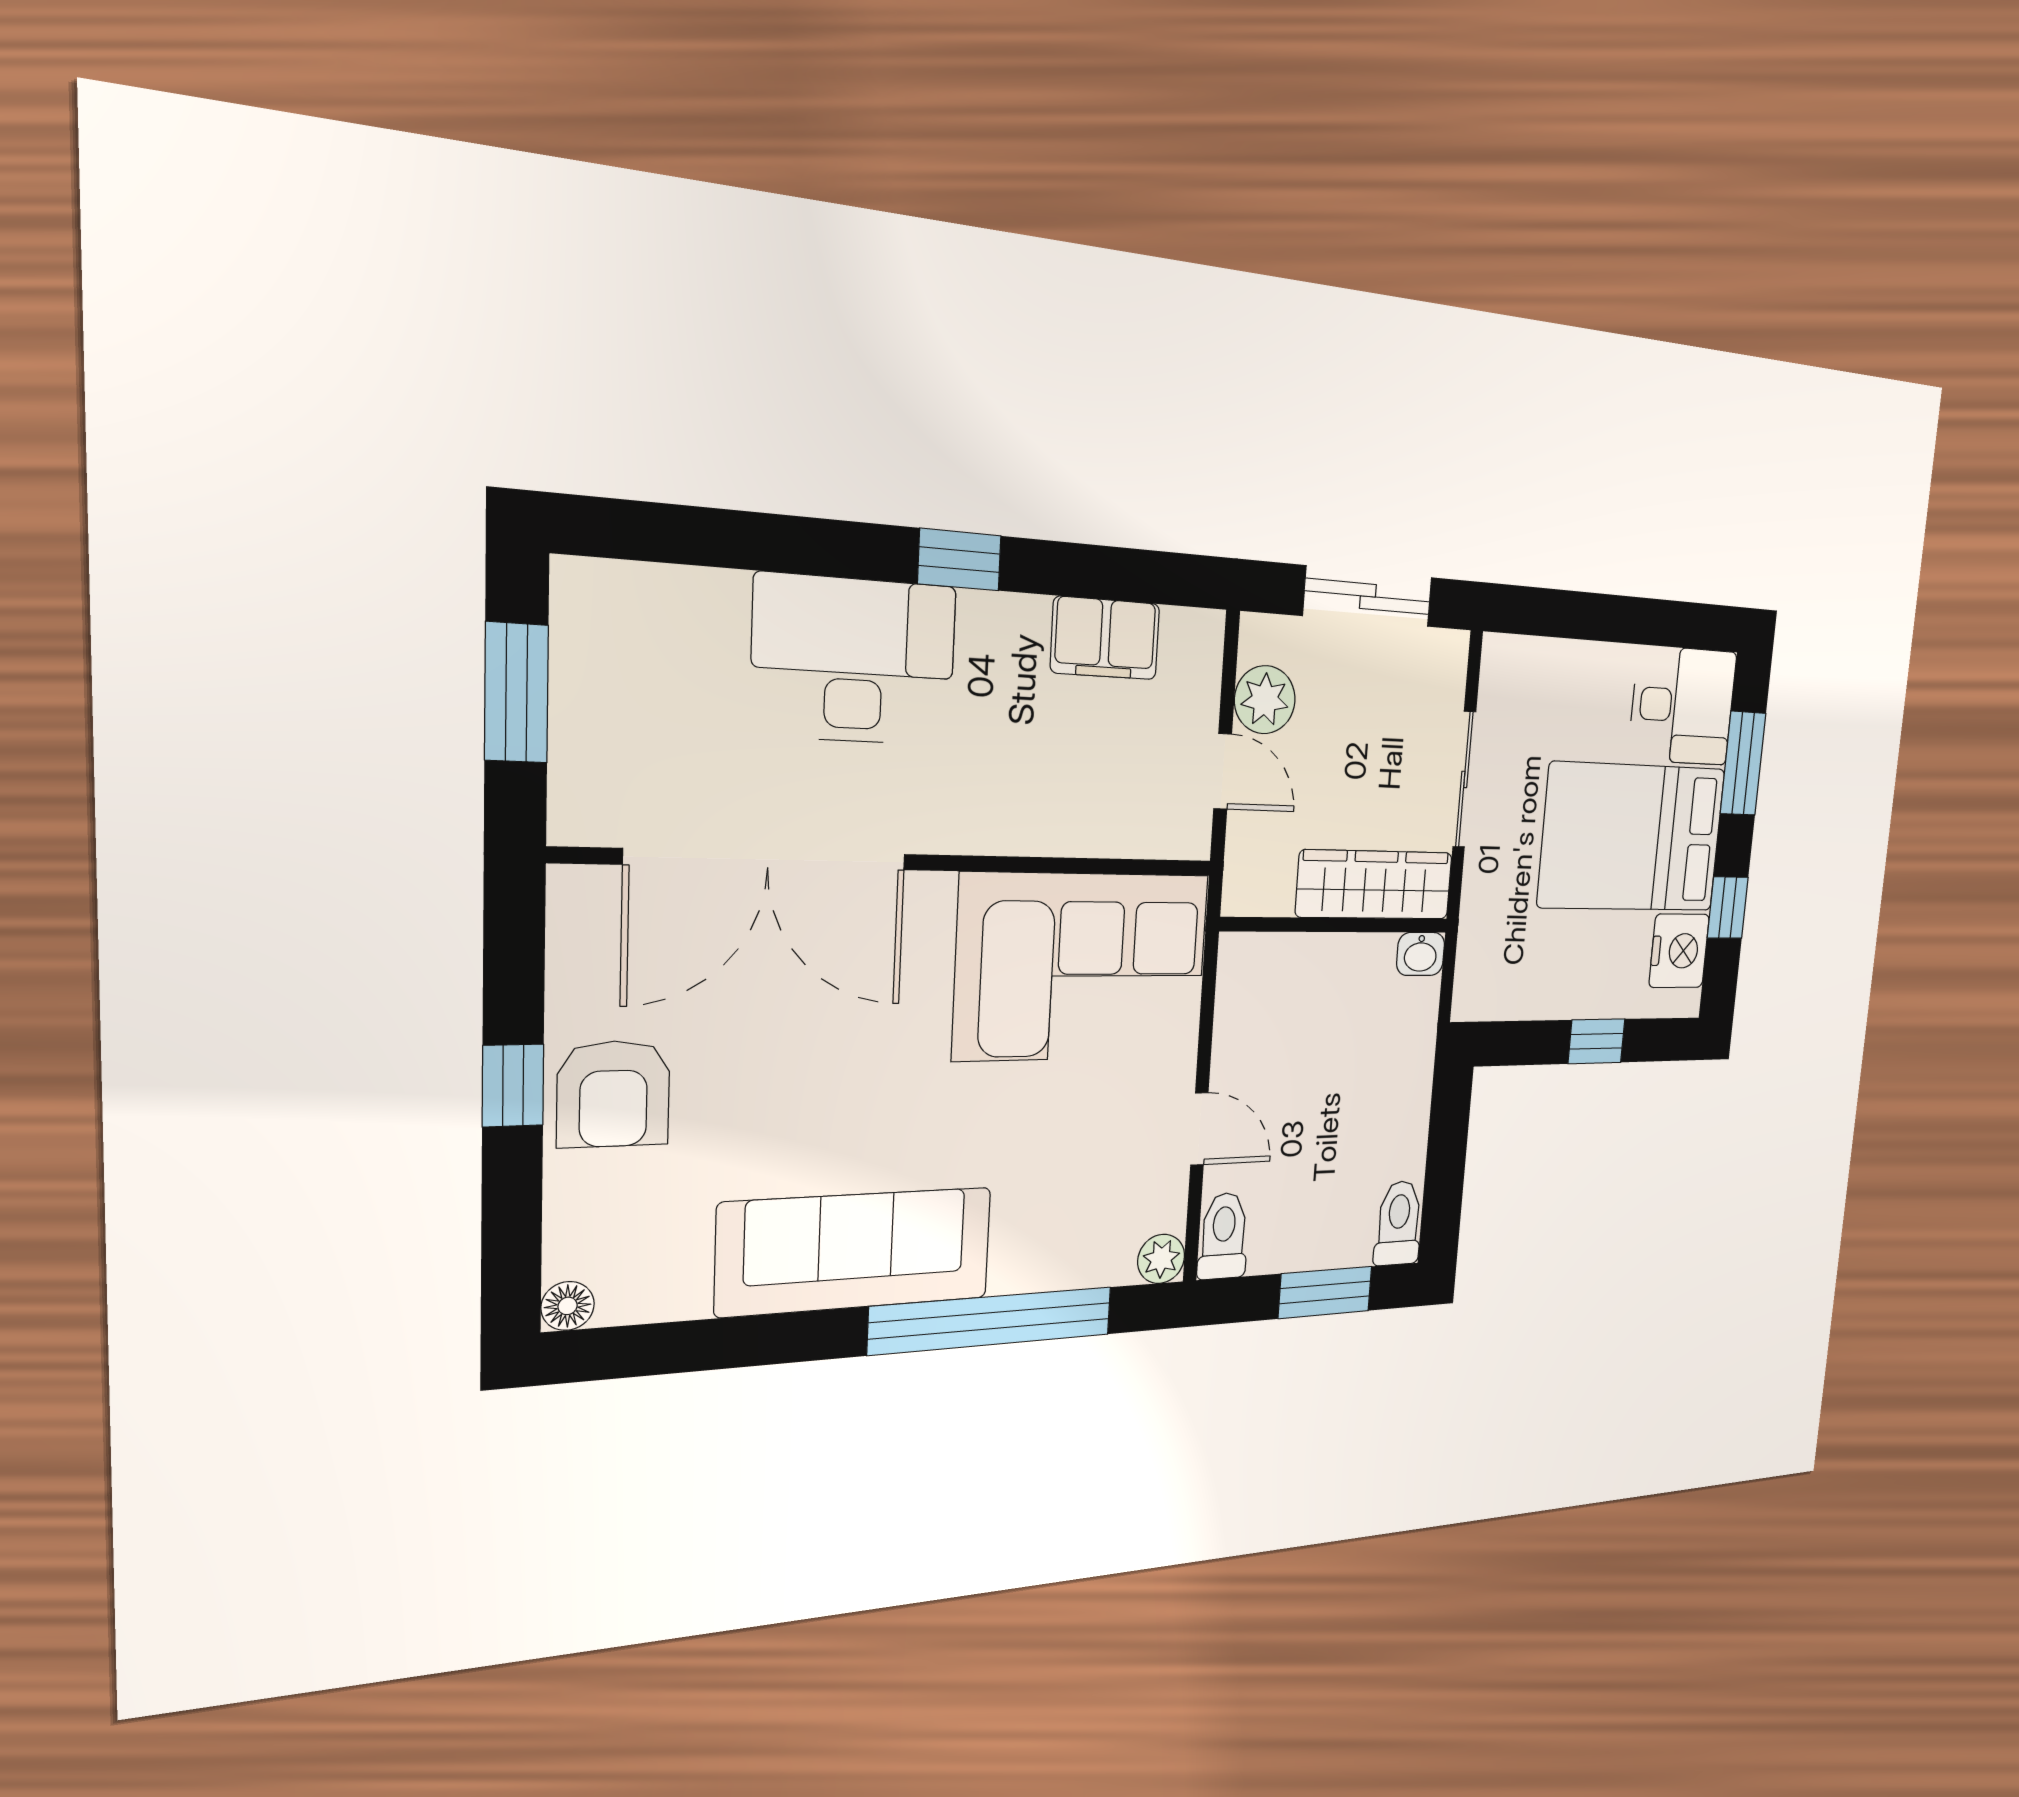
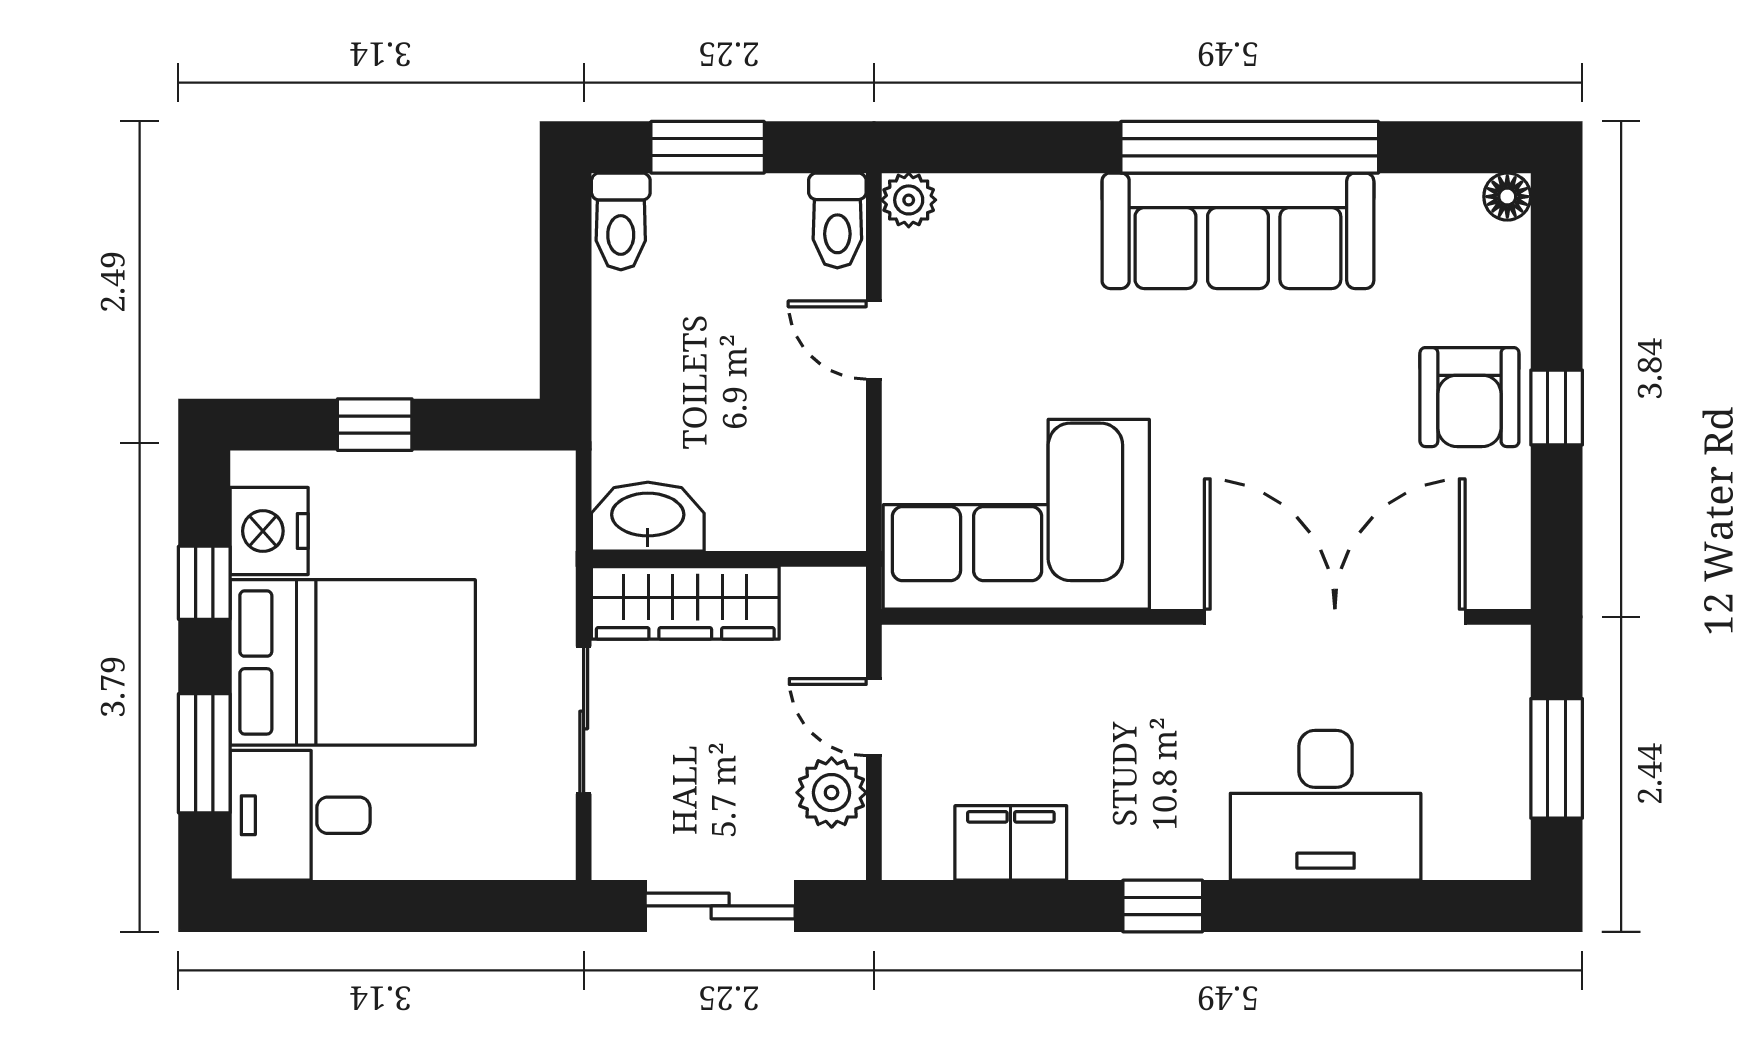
desk: (854, 660) -> (1326, 805), moved
washbasin: (1421, 954) -> (648, 517), width x1.91, depth x1.45
armchair: (614, 1094) -> (1469, 397), turned 180
window: (992, 1321) -> (1250, 147), moved

